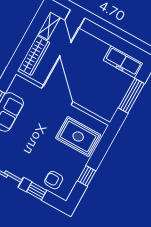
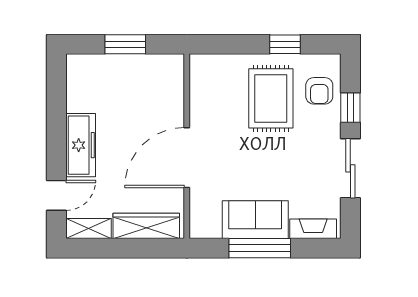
freezer: (123, 62) -> (81, 145), moved
window: (131, 96) -> (125, 44), width x0.69
rug: (78, 136) -> (271, 98), moved

